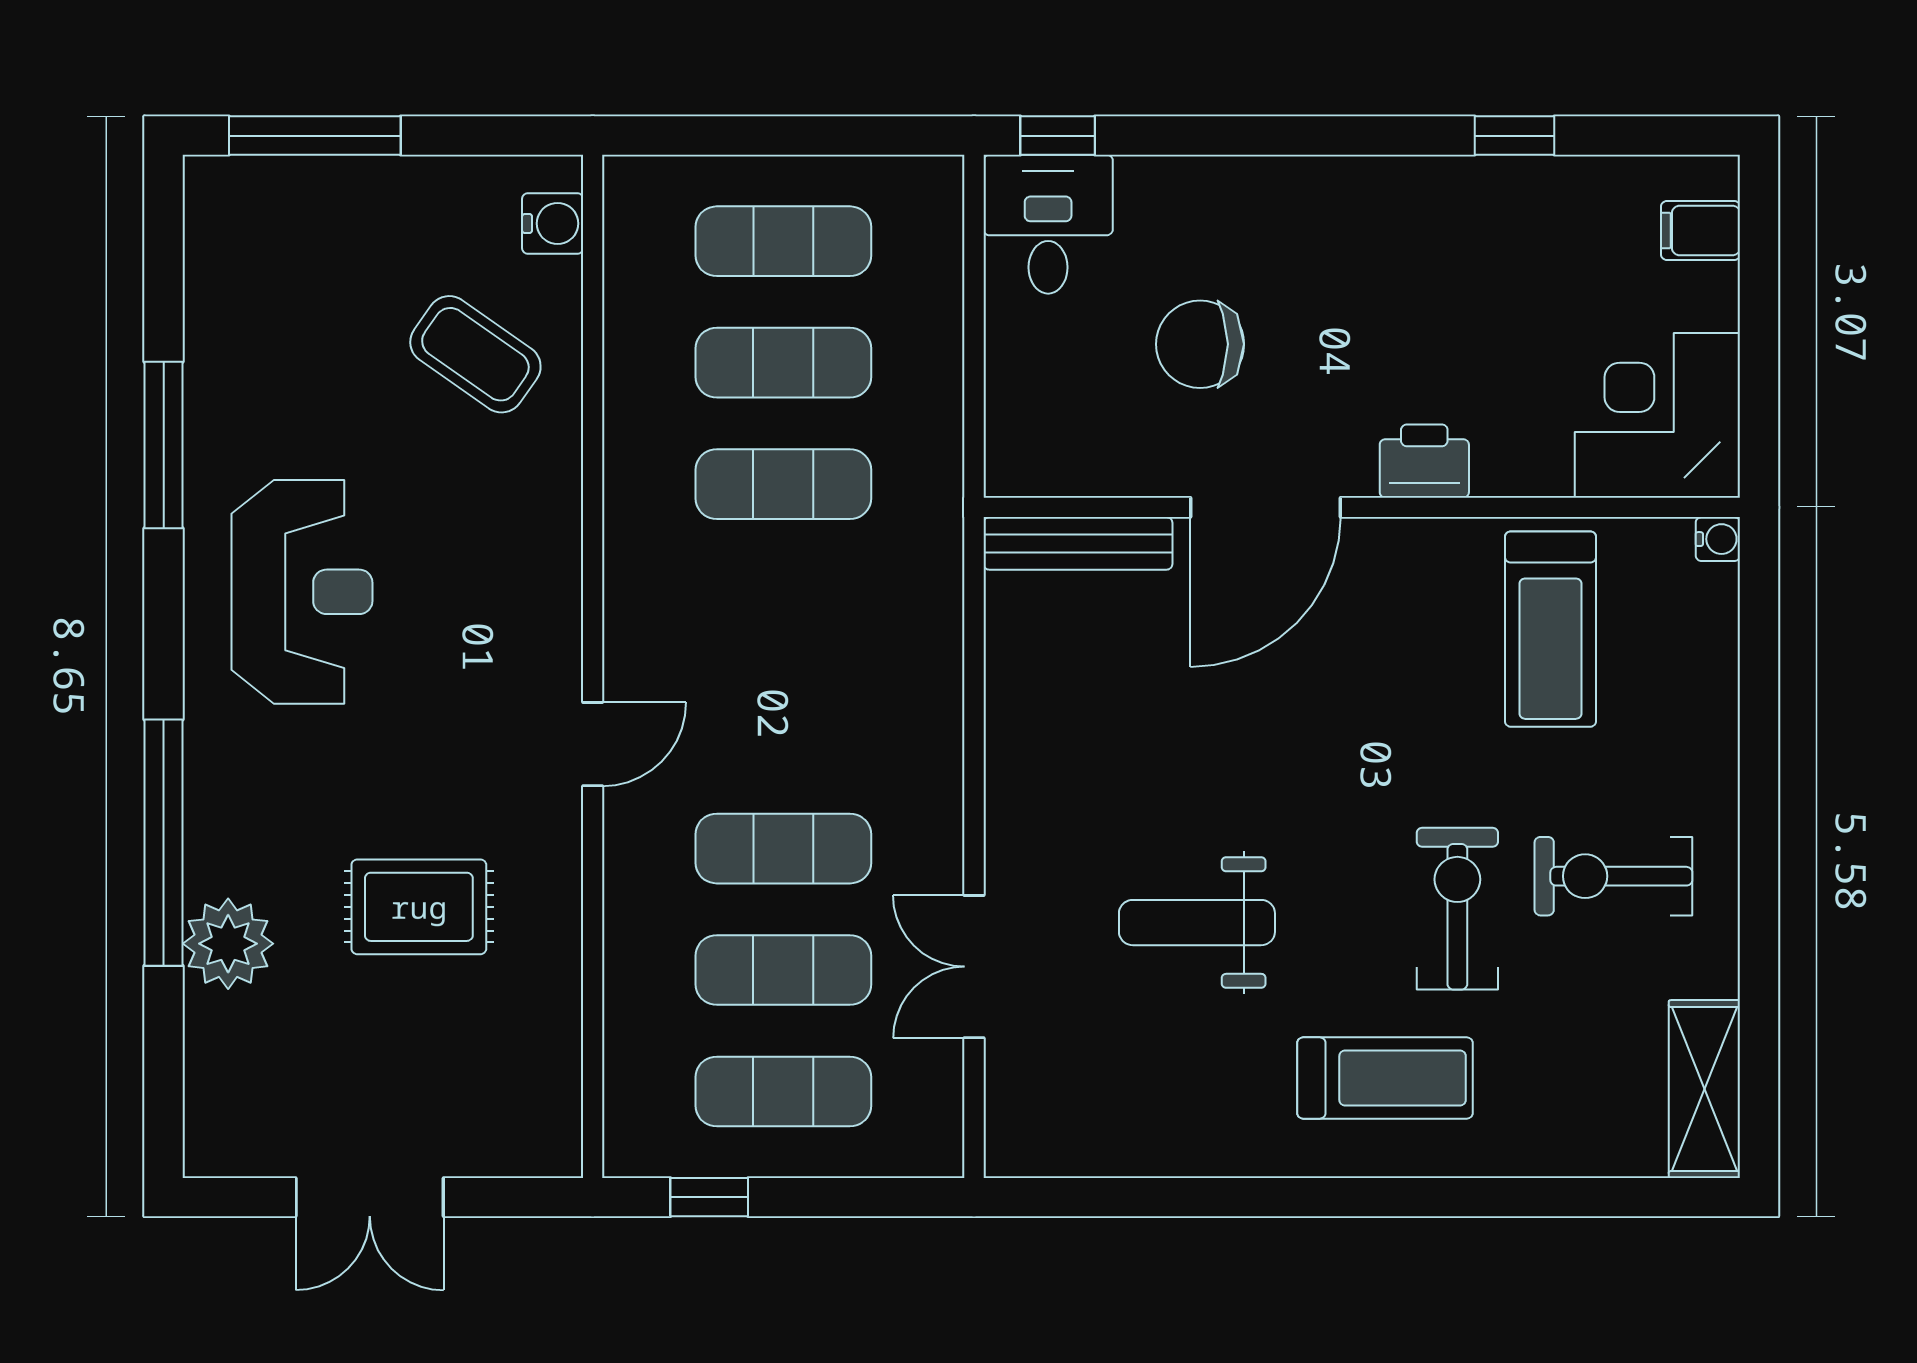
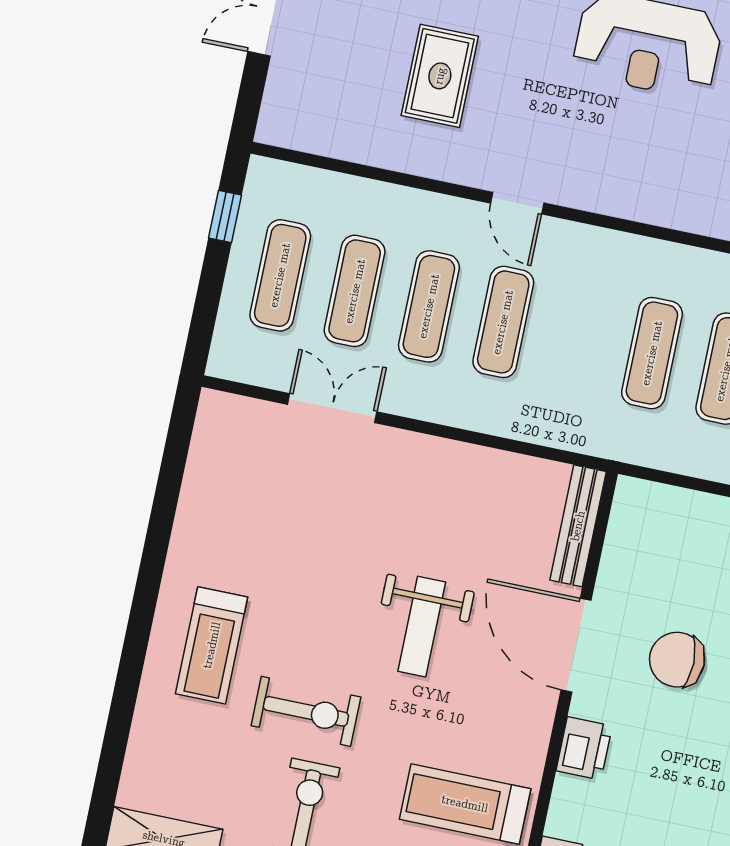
chair: (1200, 344) -> (677, 660), moved, turned -90
exercise mat: (783, 727) -> (503, 322), added
weight bench: (1197, 923) -> (422, 627), moved, turned 180

